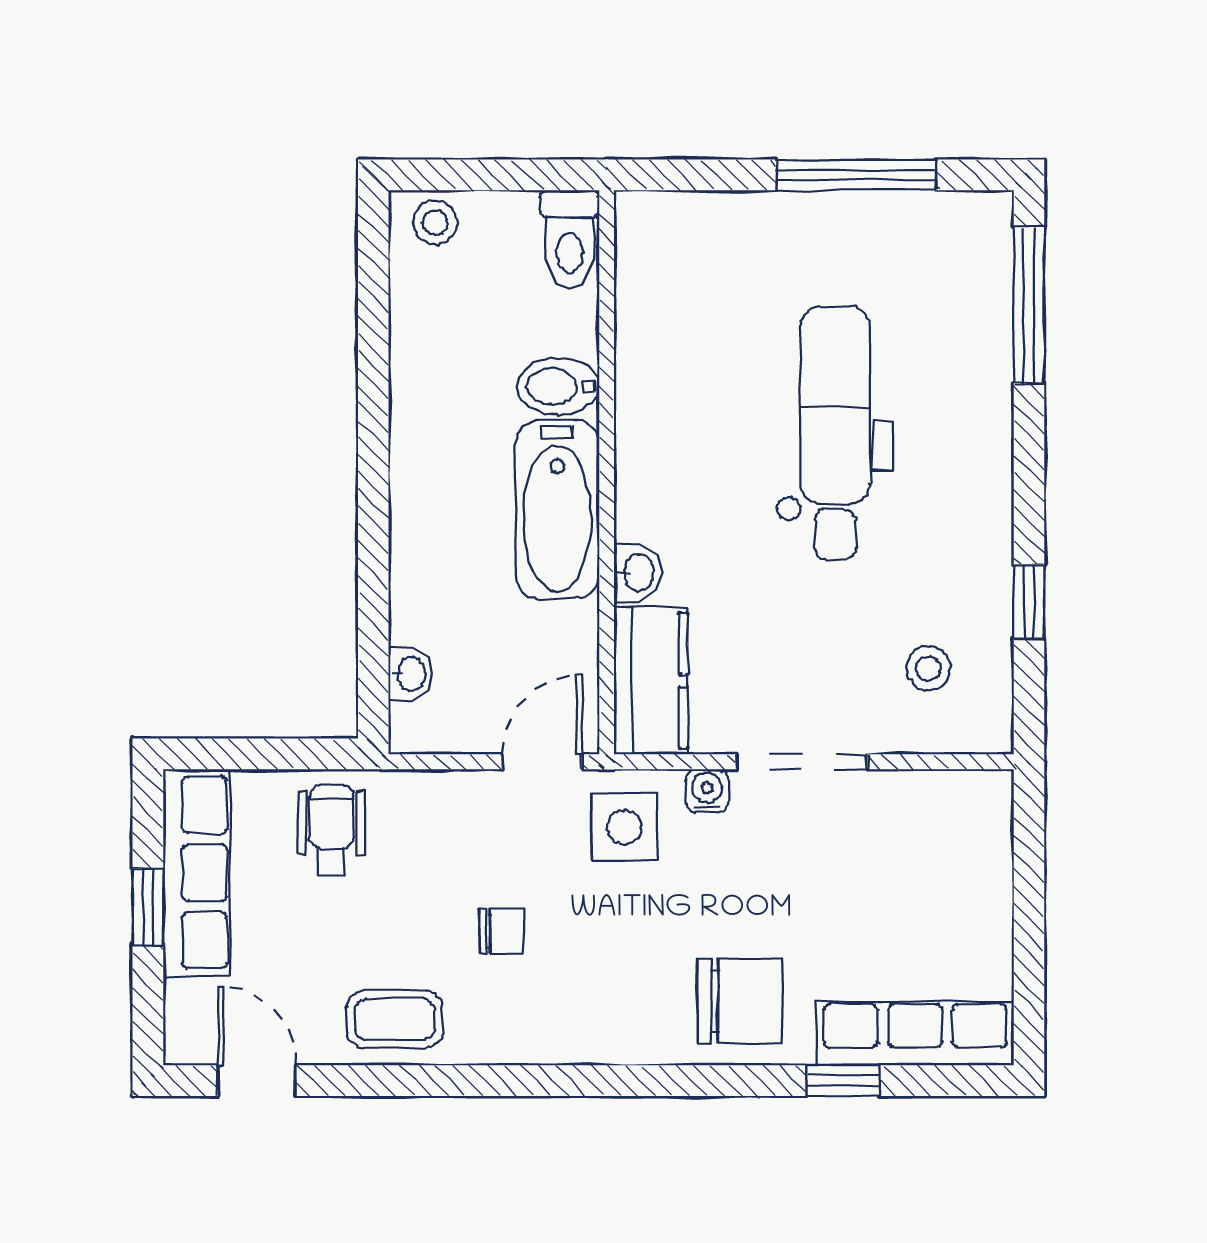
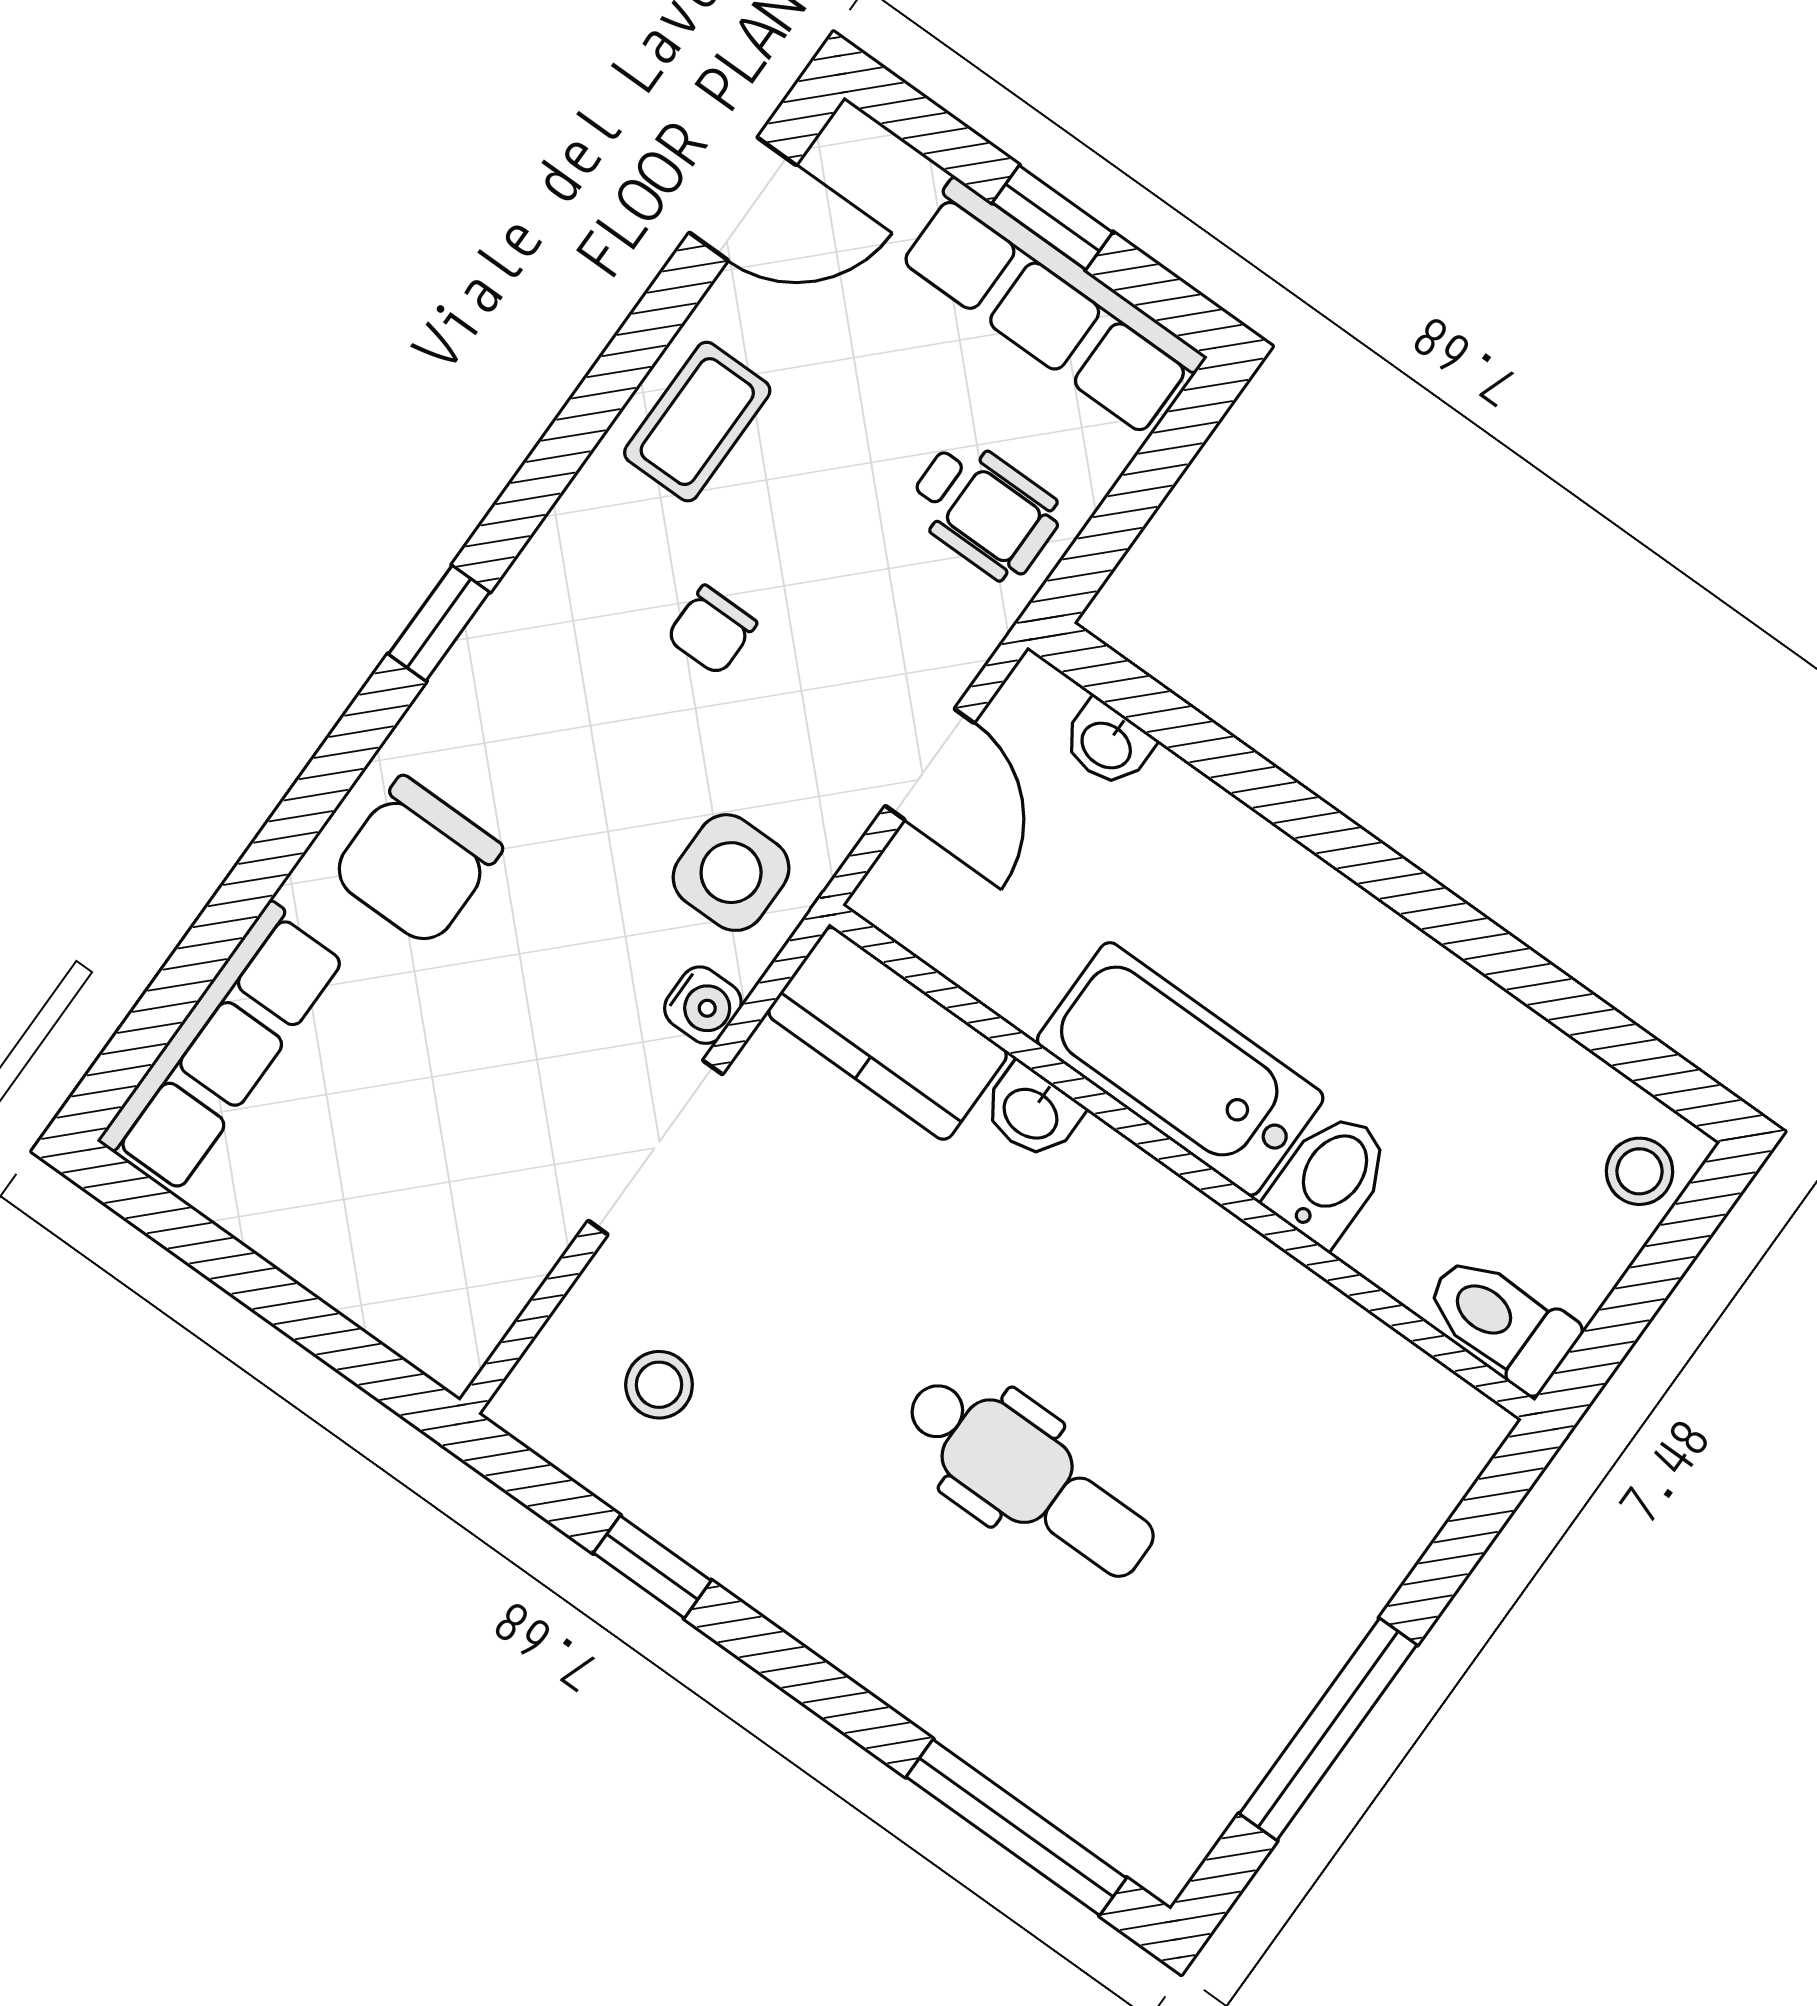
dental chair: (835, 433) -> (1030, 1477), width x0.73, depth x0.72
door: (542, 762) -> (930, 764), moved
window: (843, 1081) -> (439, 623), moved

